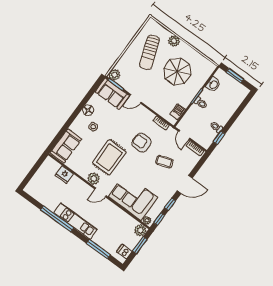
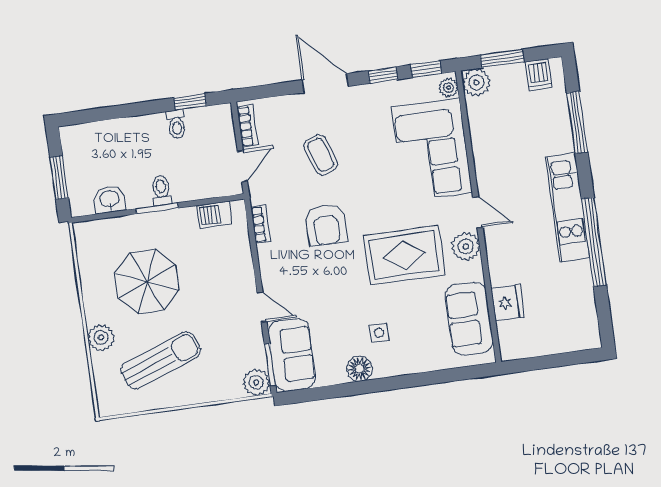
sofa: (66, 146) -> (469, 319), moved, turned -90

